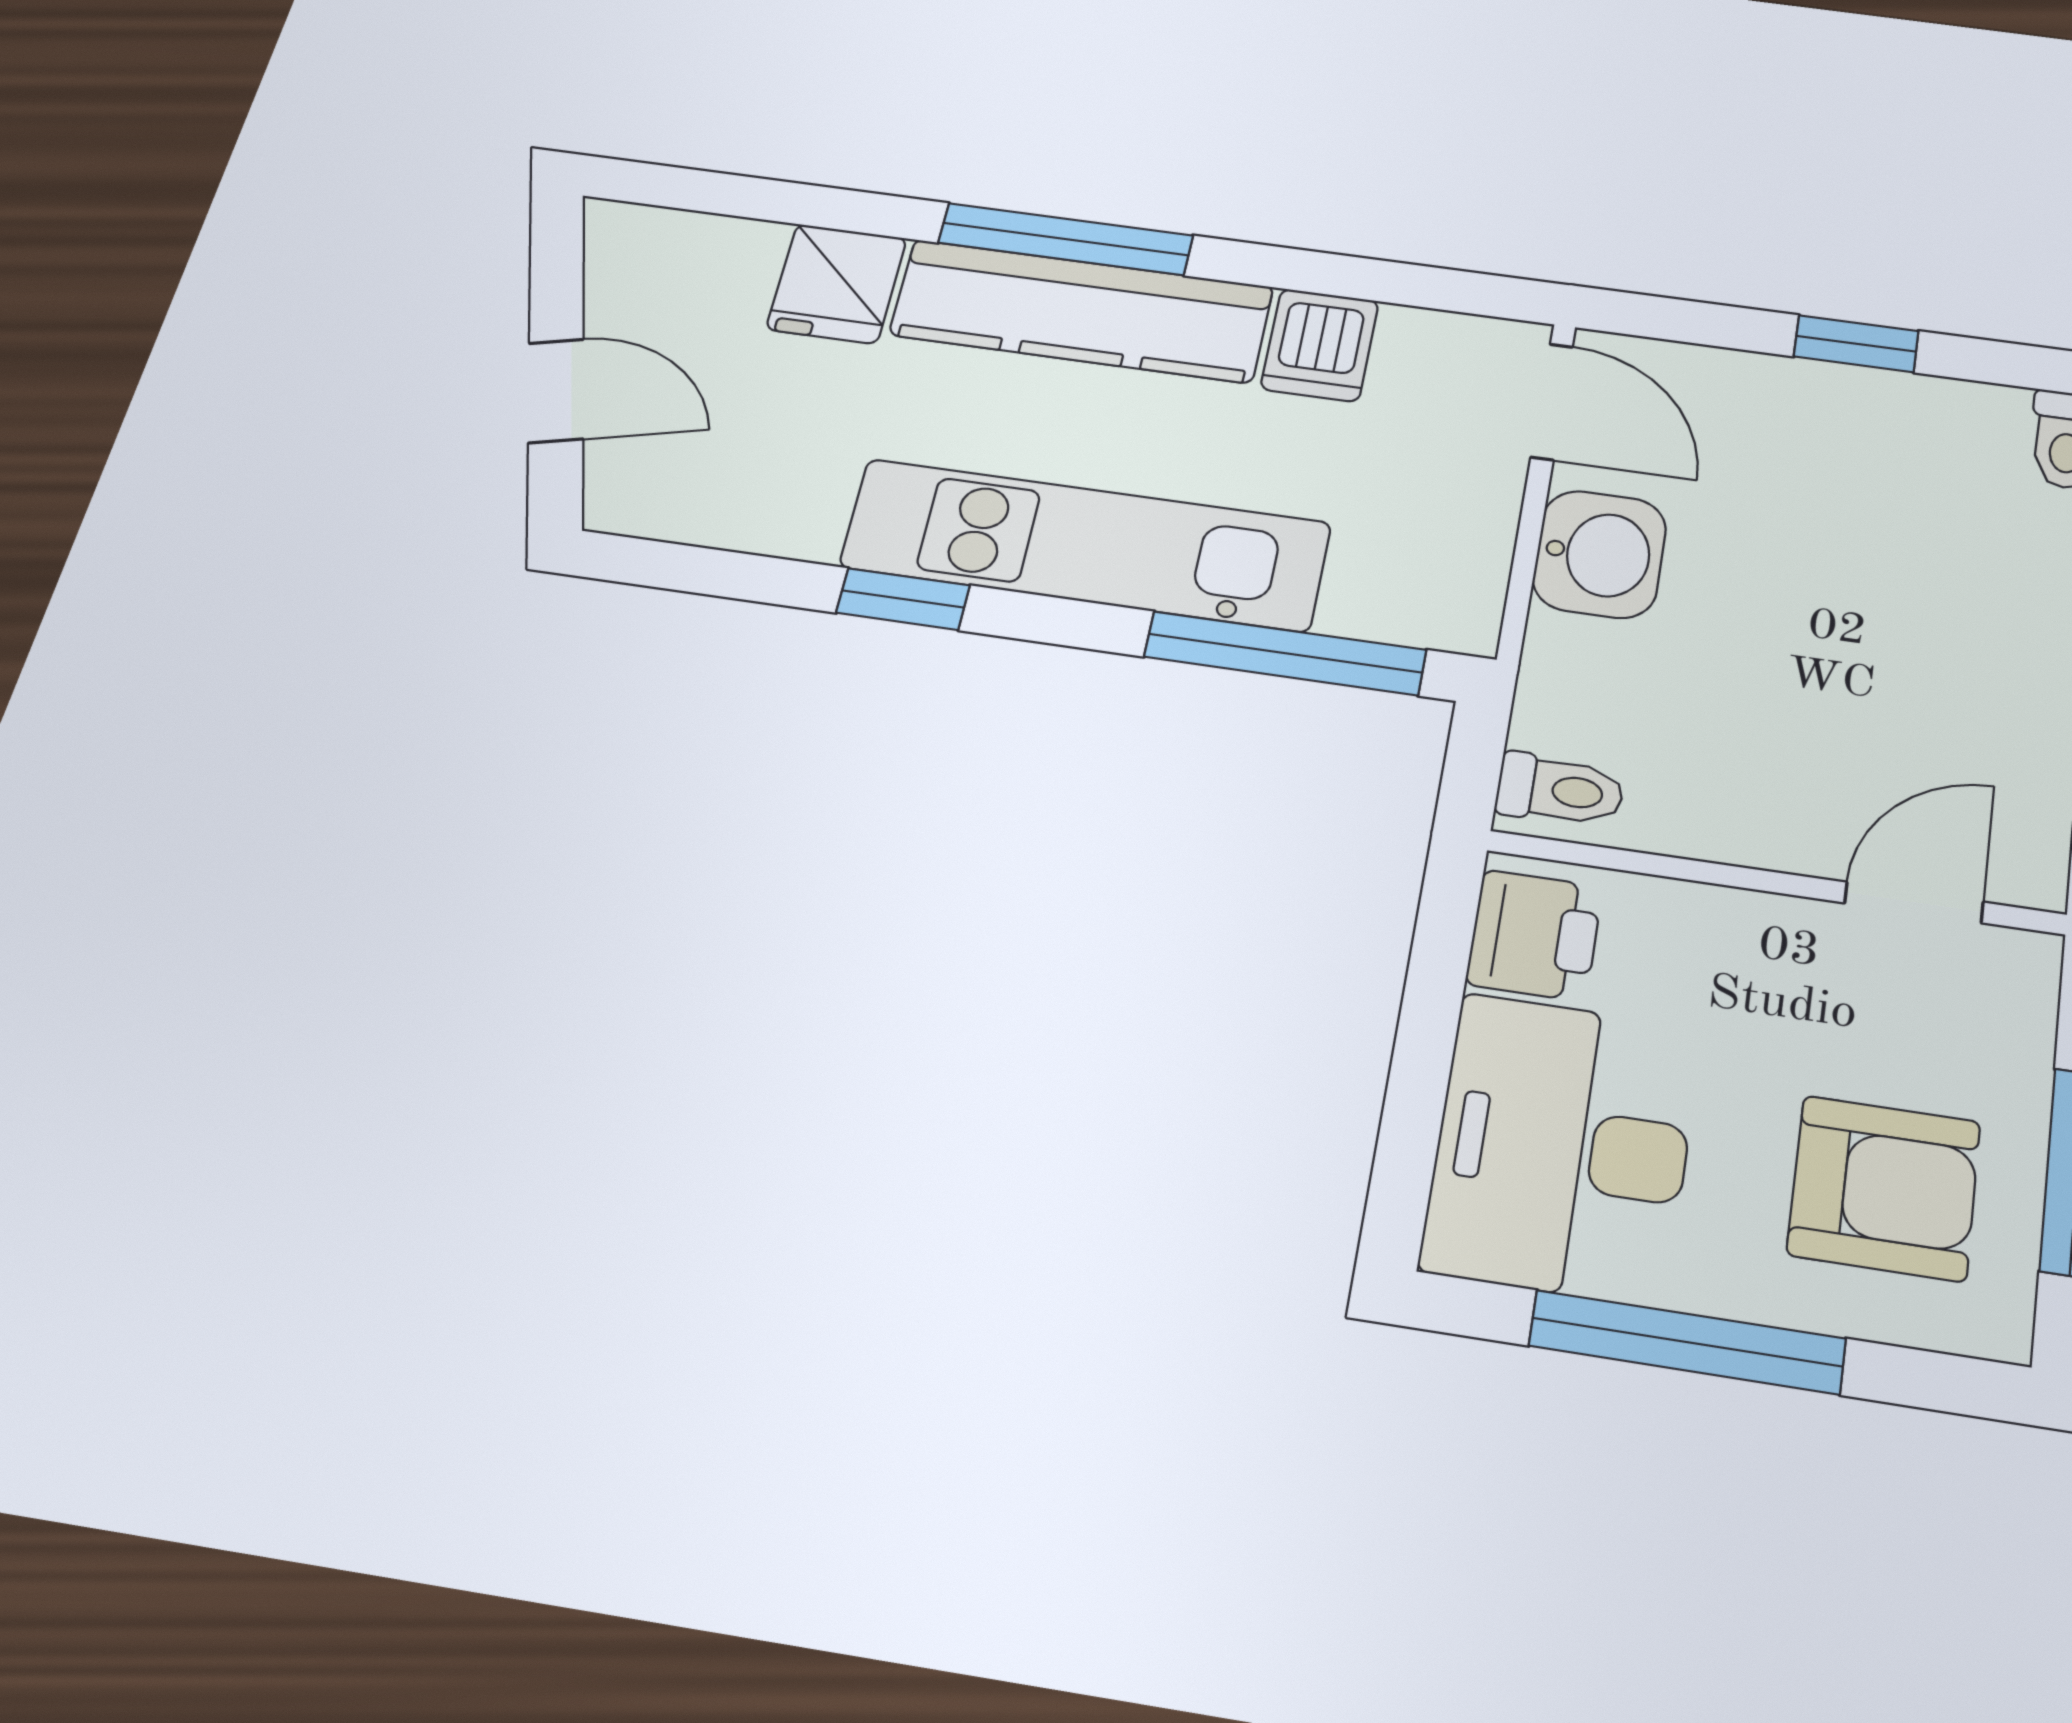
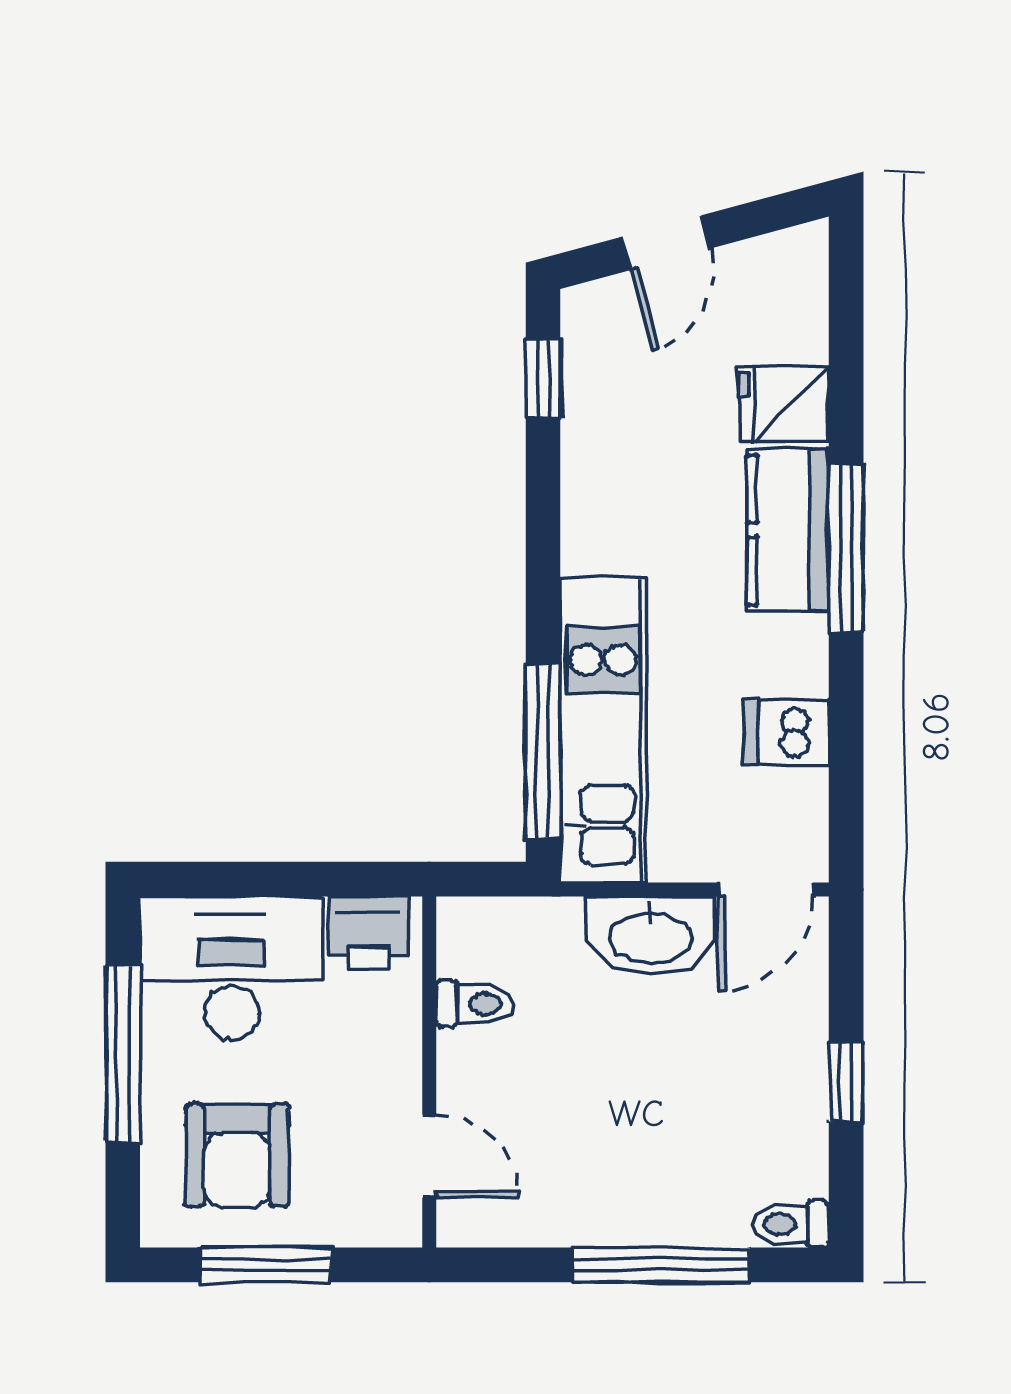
kitchen counter: (1082, 311) -> (788, 530), width x0.67
kitchen unit: (1086, 545) -> (603, 730), moved
washbasin: (1600, 554) -> (651, 936), width x1.38
window: (903, 599) -> (543, 378), moved
toilet: (1560, 790) -> (474, 1004), moved, turned -90

